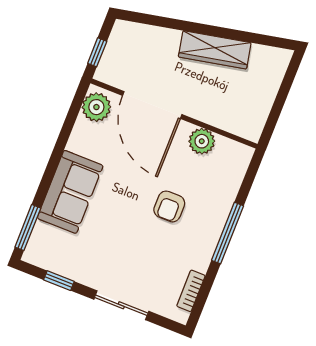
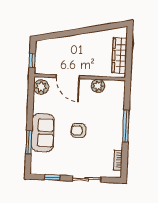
wardrobe: (215, 50) -> (119, 56), moved, turned 102
door: (152, 105) -> (68, 77), width x0.73
armchair: (169, 206) -> (78, 131), moved, turned 90
window: (28, 228) -> (29, 142), moved

